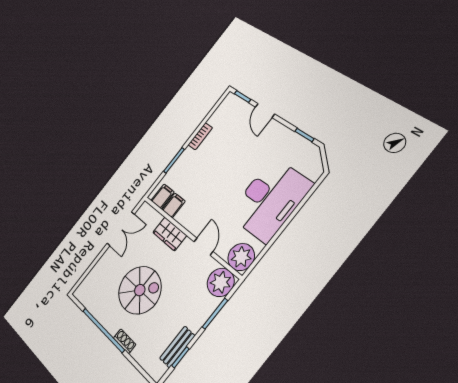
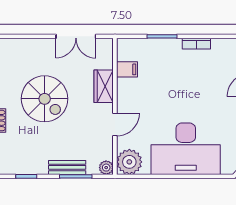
filing cabinet: (163, 196) -> (127, 52), removed
plant: (221, 282) -> (106, 168), width x0.53, depth x0.53
bench: (177, 347) -> (67, 167), moved

